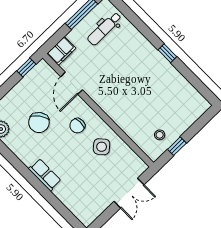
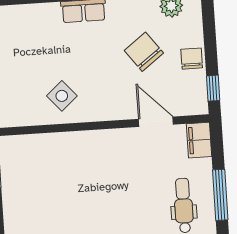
chair: (77, 126) -> (192, 59), moved
stool: (160, 135) -> (22, 168), removed

